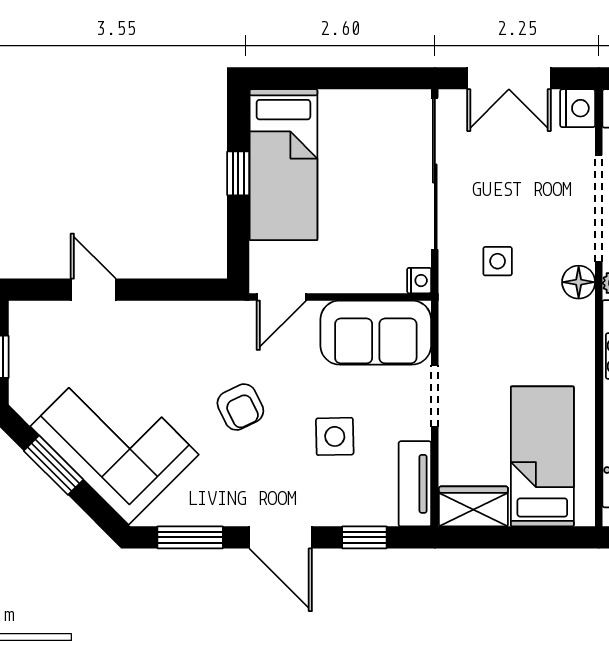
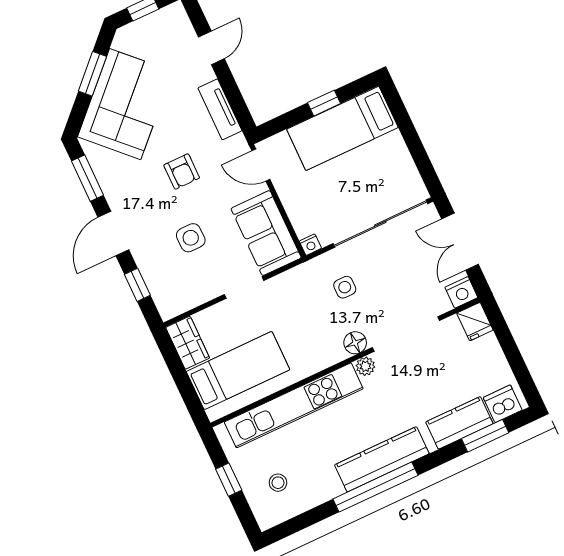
armchair: (240, 407) -> (182, 172), turned -64
tv unit: (415, 484) -> (220, 109), moved, turned -90

